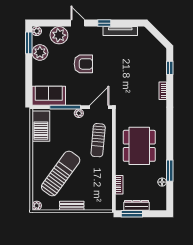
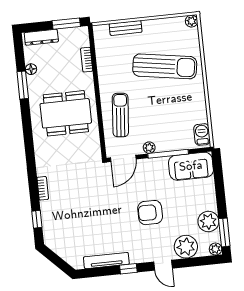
barbecue: (41, 126) -> (202, 135), width x0.53, depth x0.65
dining table: (139, 146) -> (66, 113), turned 90
sun lounger: (61, 173) -> (165, 66), turned -117
dresser: (136, 205) -> (41, 37), moved
bench: (72, 206) -> (126, 28), moved

